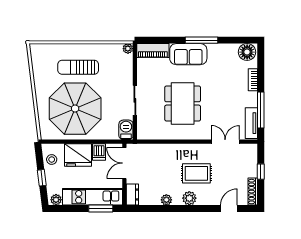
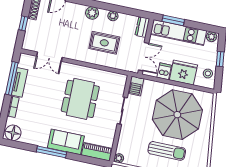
tv unit: (251, 123) -> (20, 82), moved
rug: (196, 173) -> (104, 43), moved

